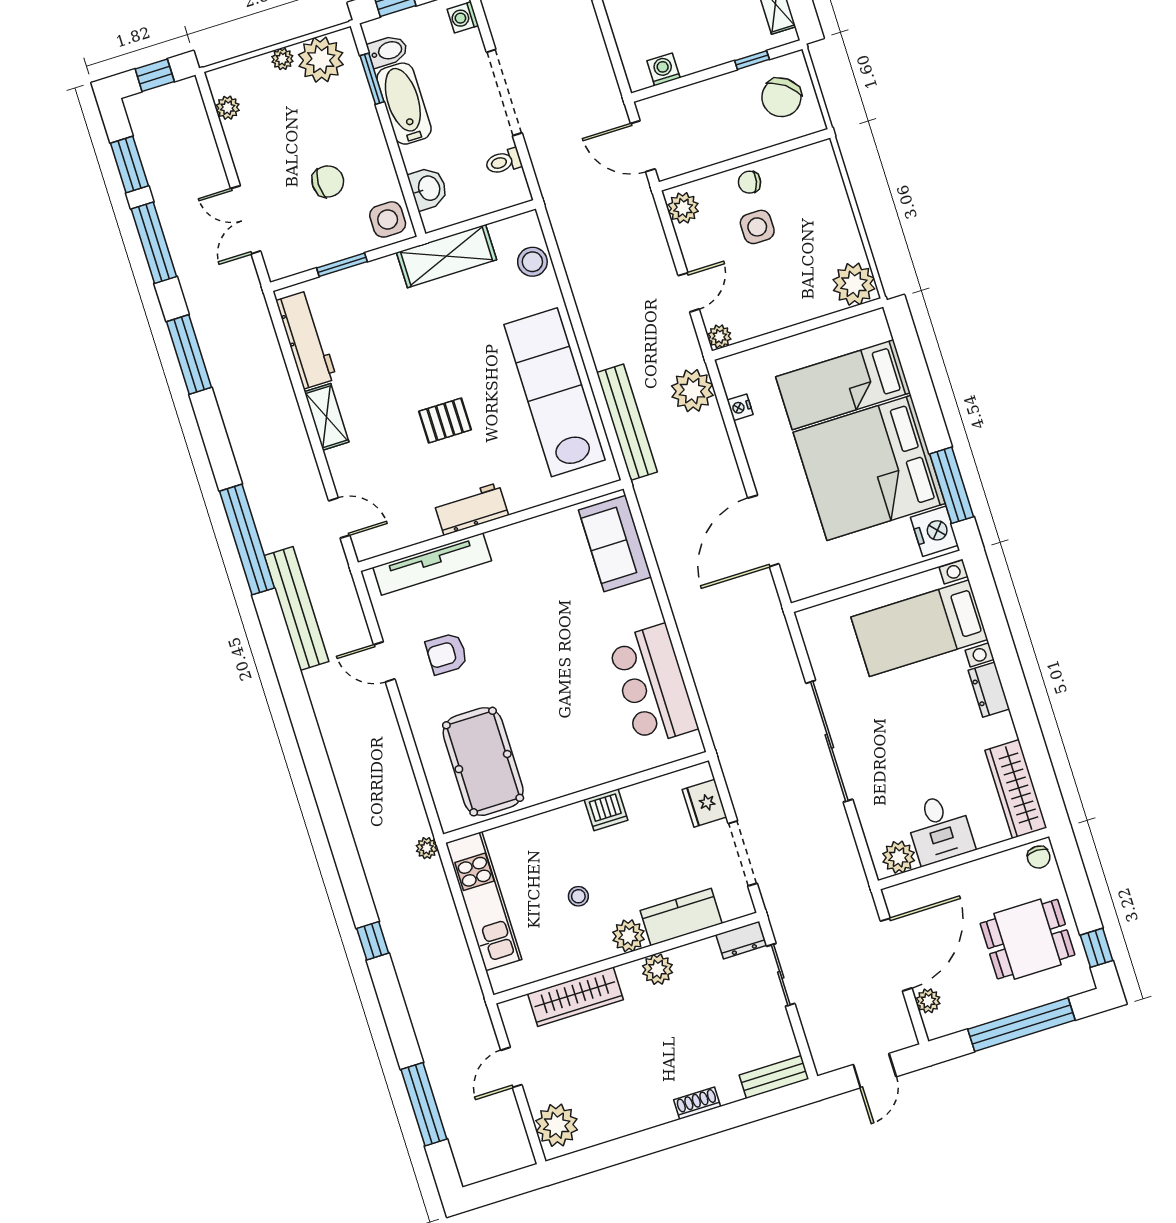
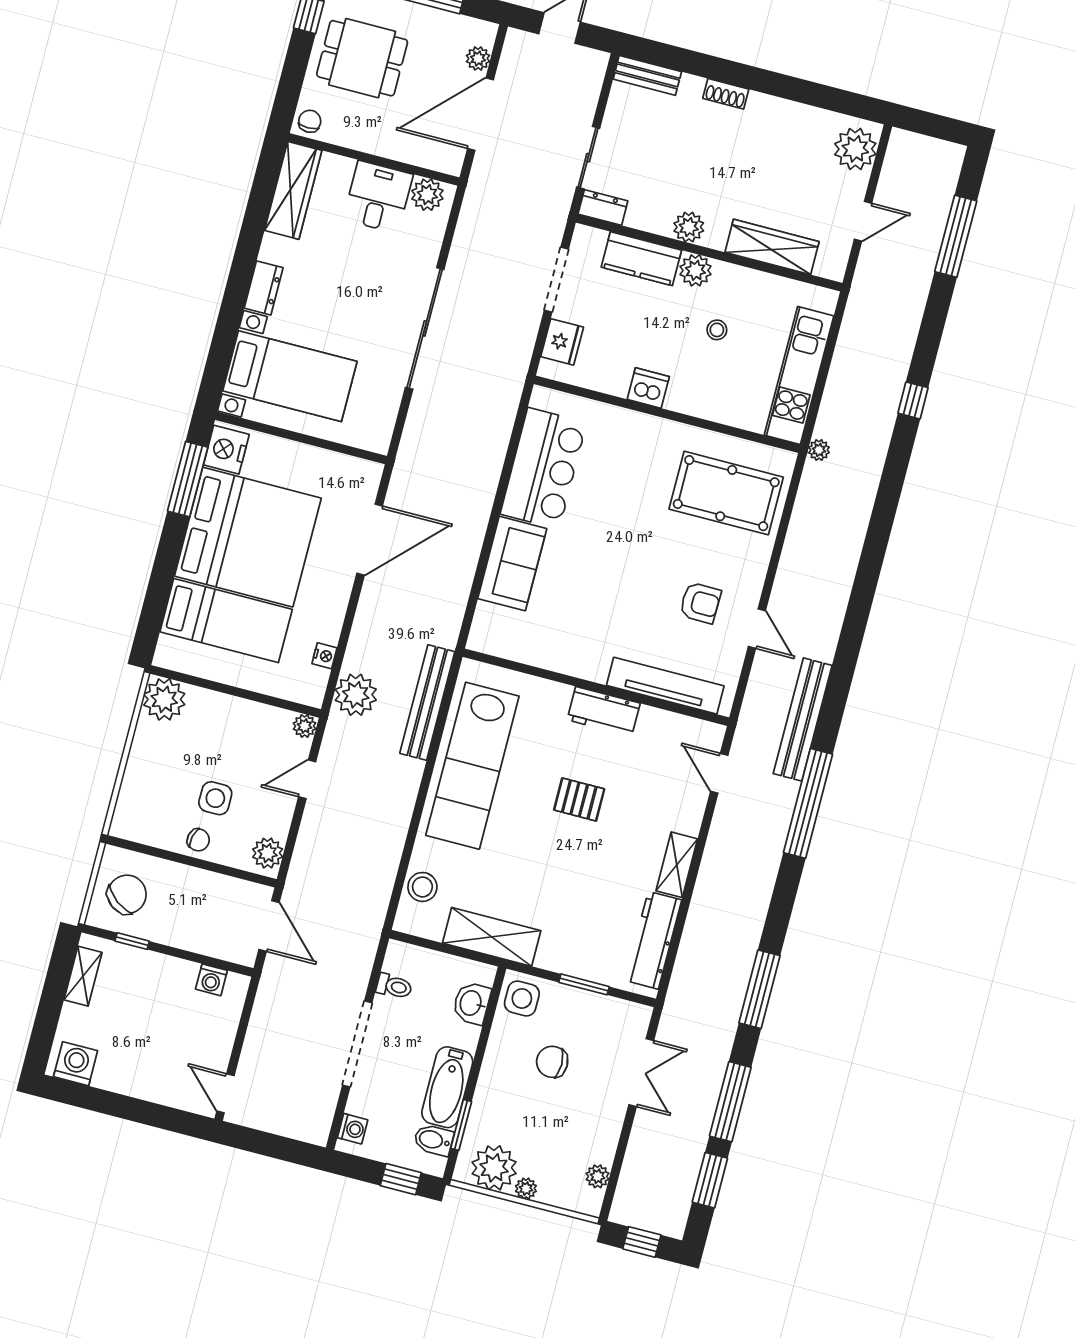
sofa: (615, 544) -> (512, 564), moved
pool table: (483, 762) -> (726, 493), turned 90

